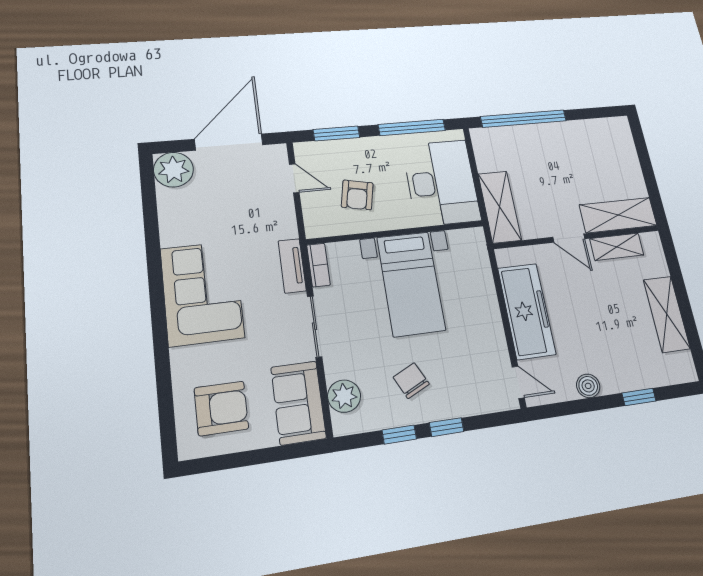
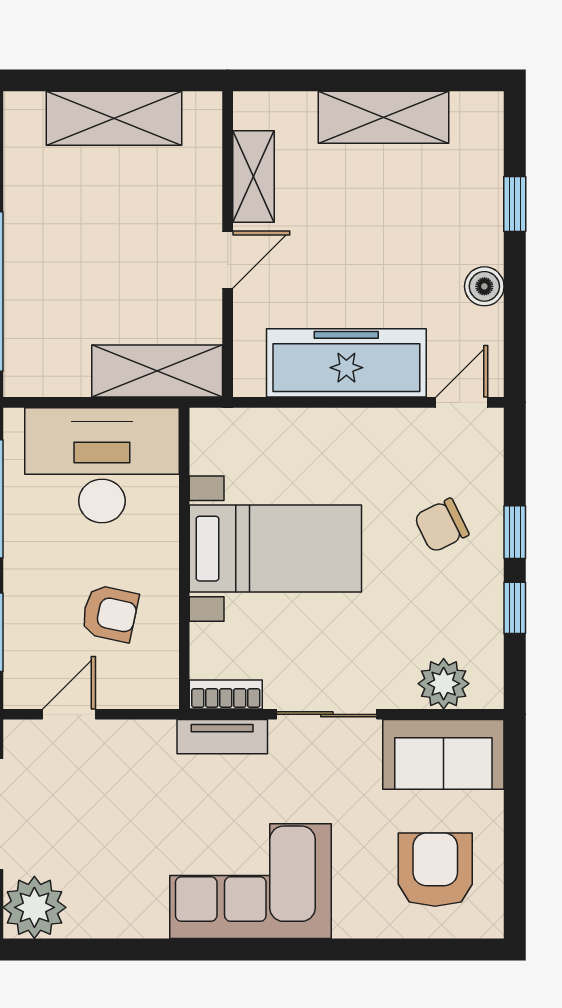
shelving: (618, 215) -> (114, 118), moved, turned 90
chair: (411, 381) -> (441, 525), moved

